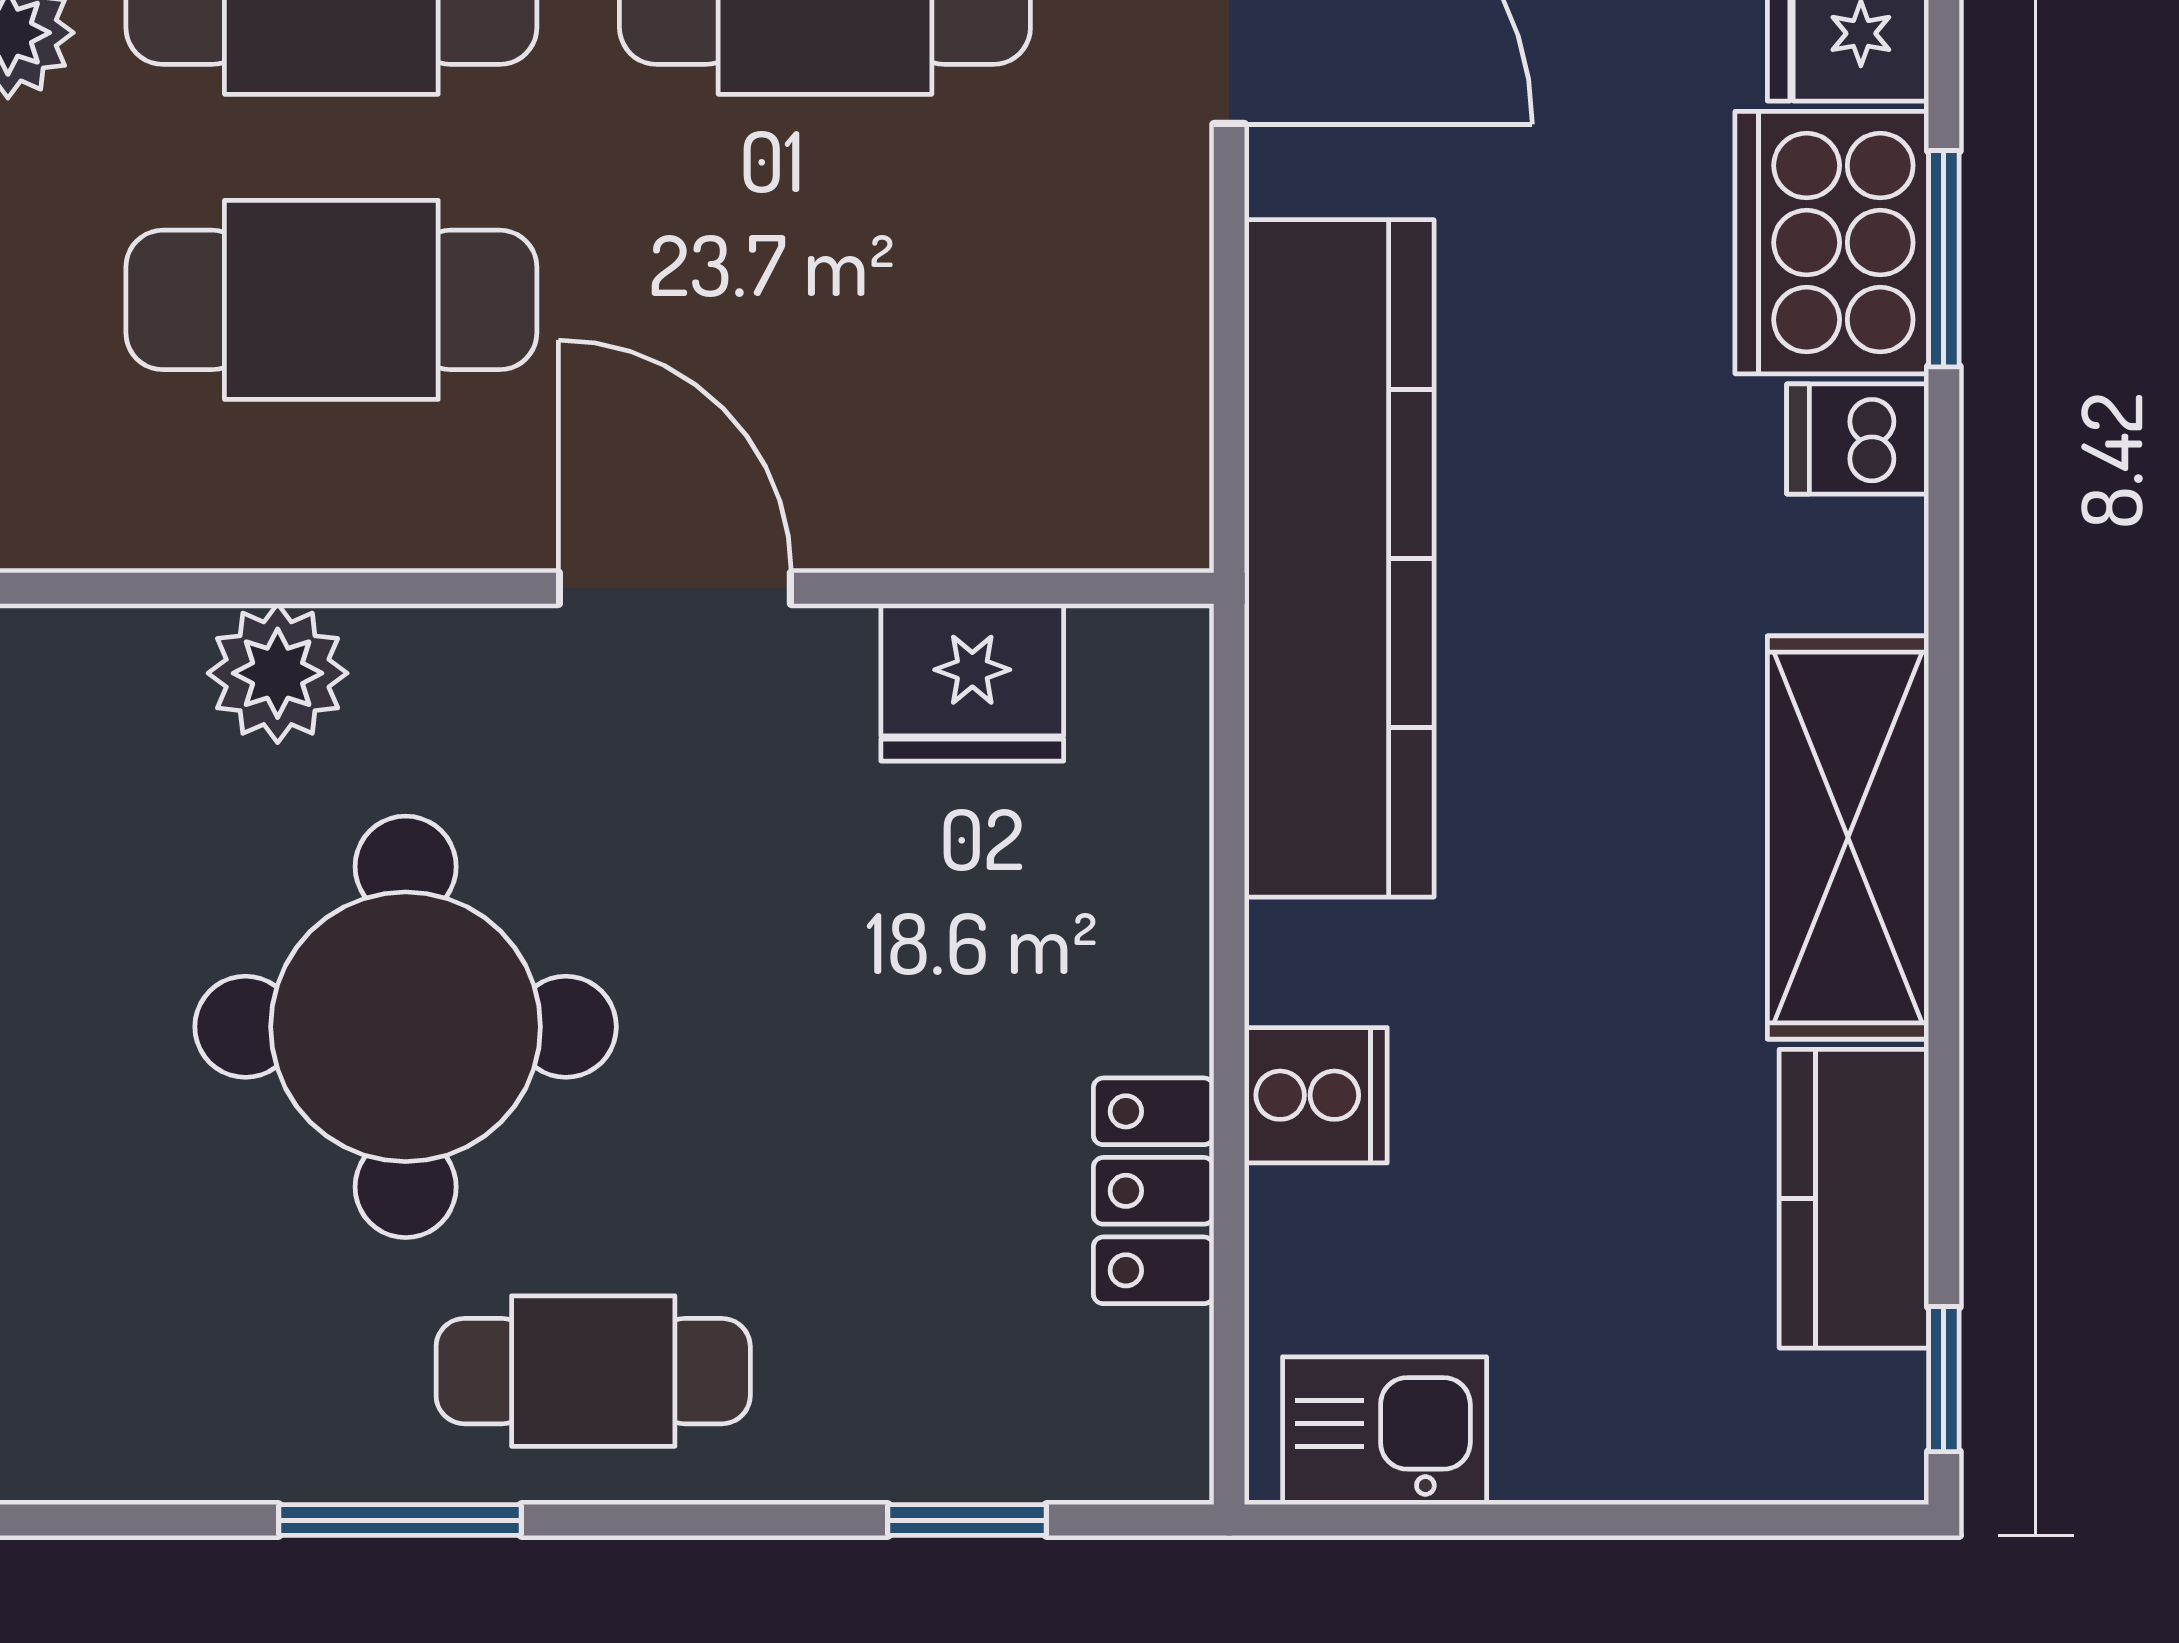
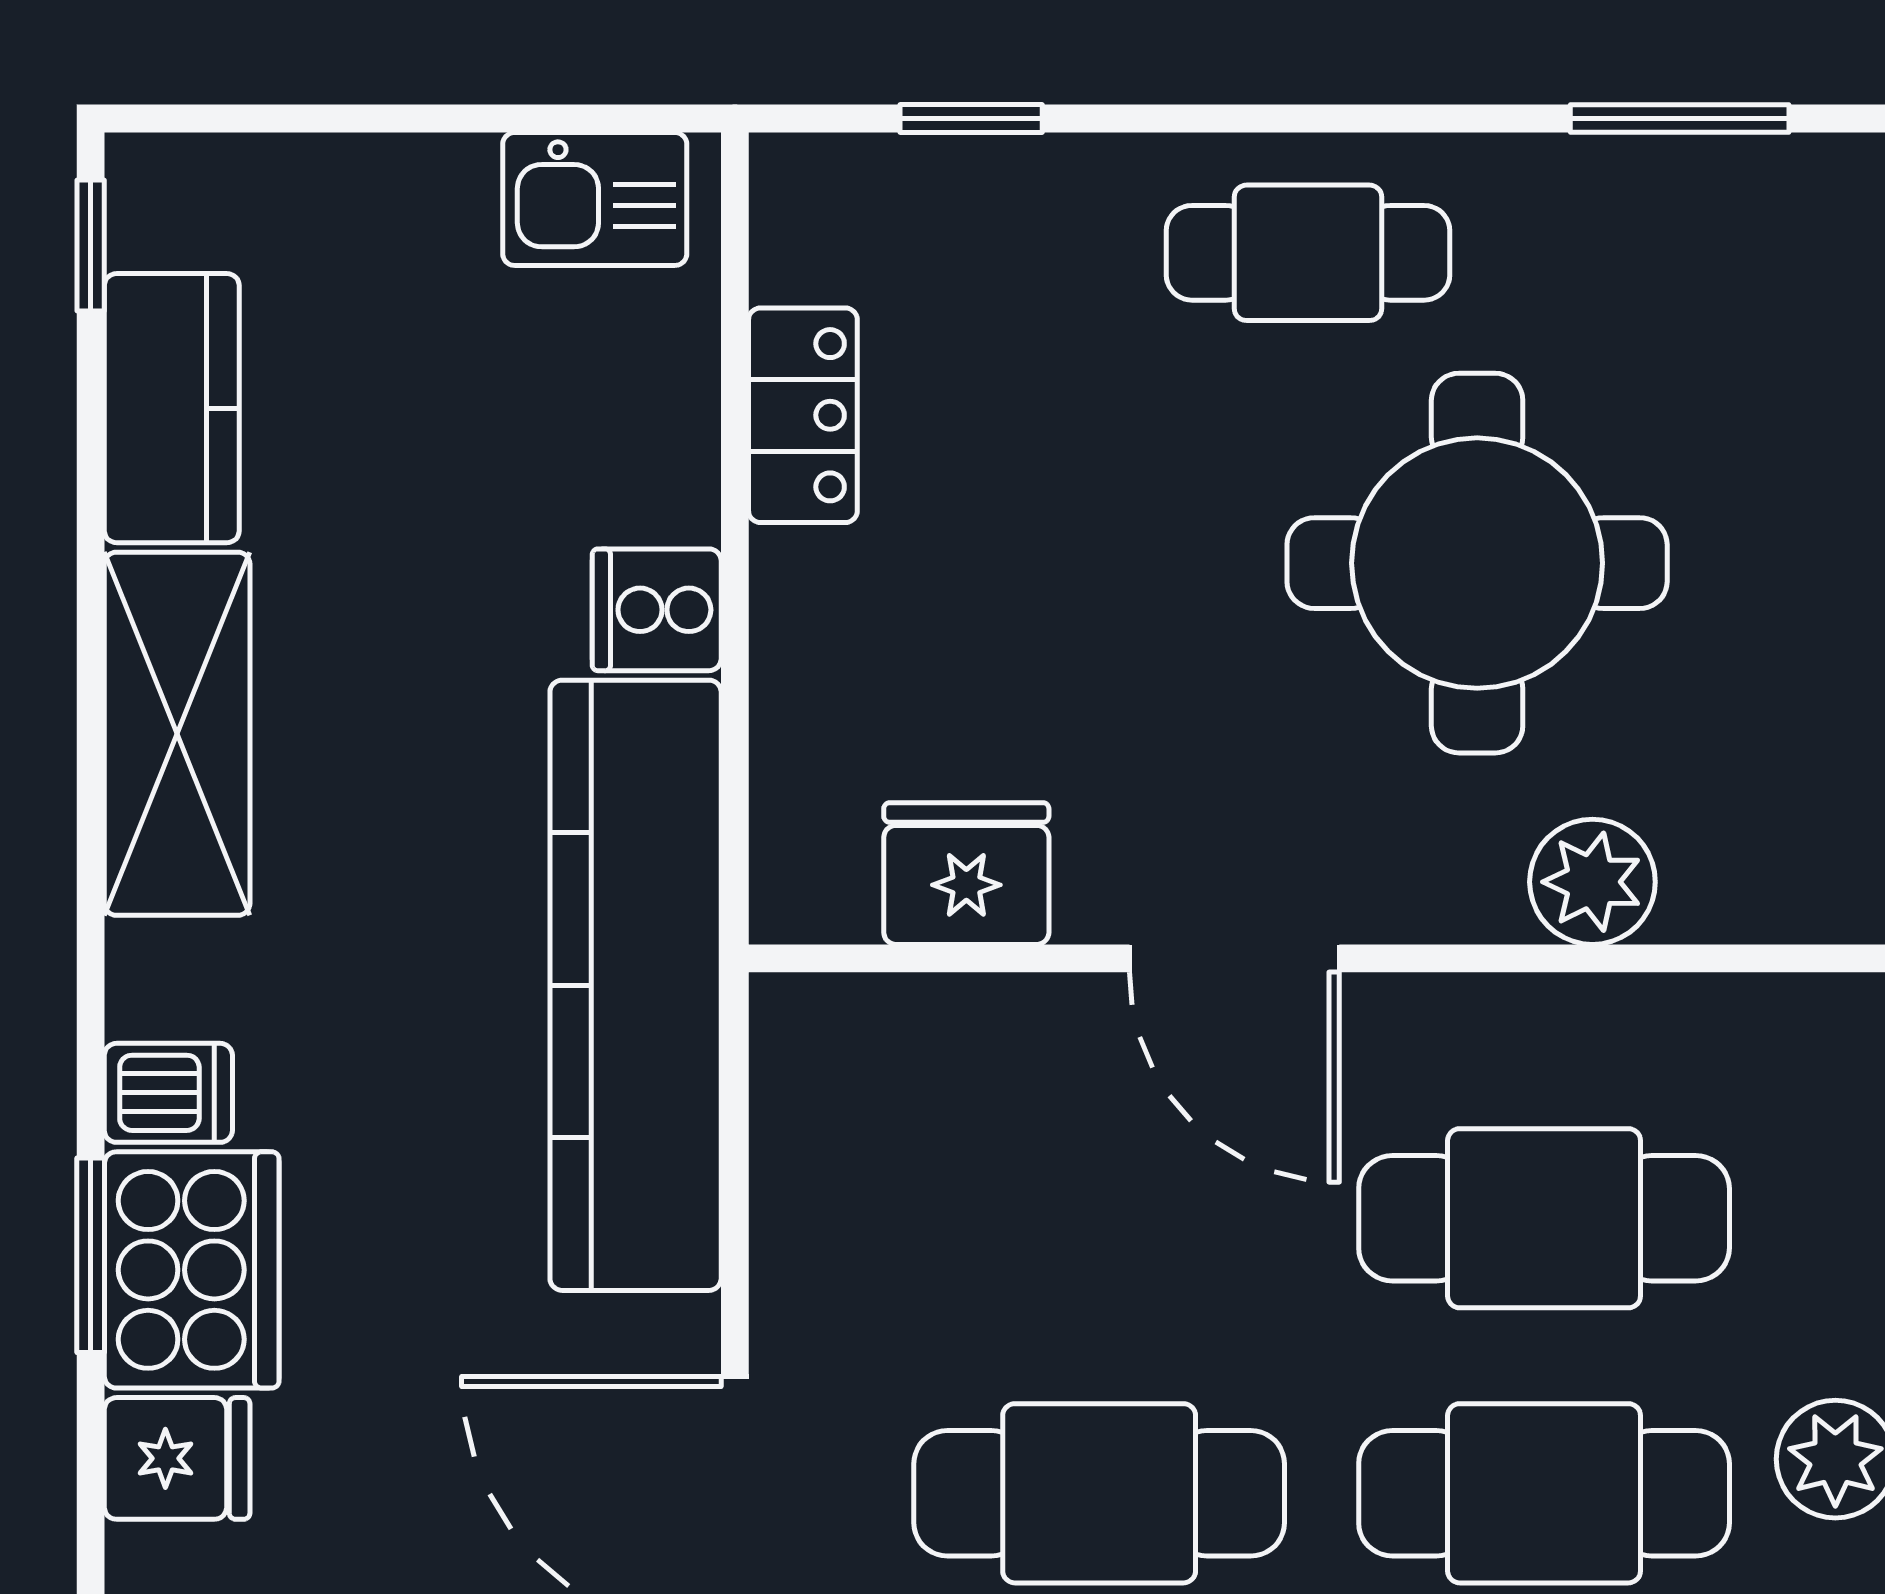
cooker: (1316, 1095) -> (657, 610), moved
window: (400, 1520) -> (1680, 119), moved

